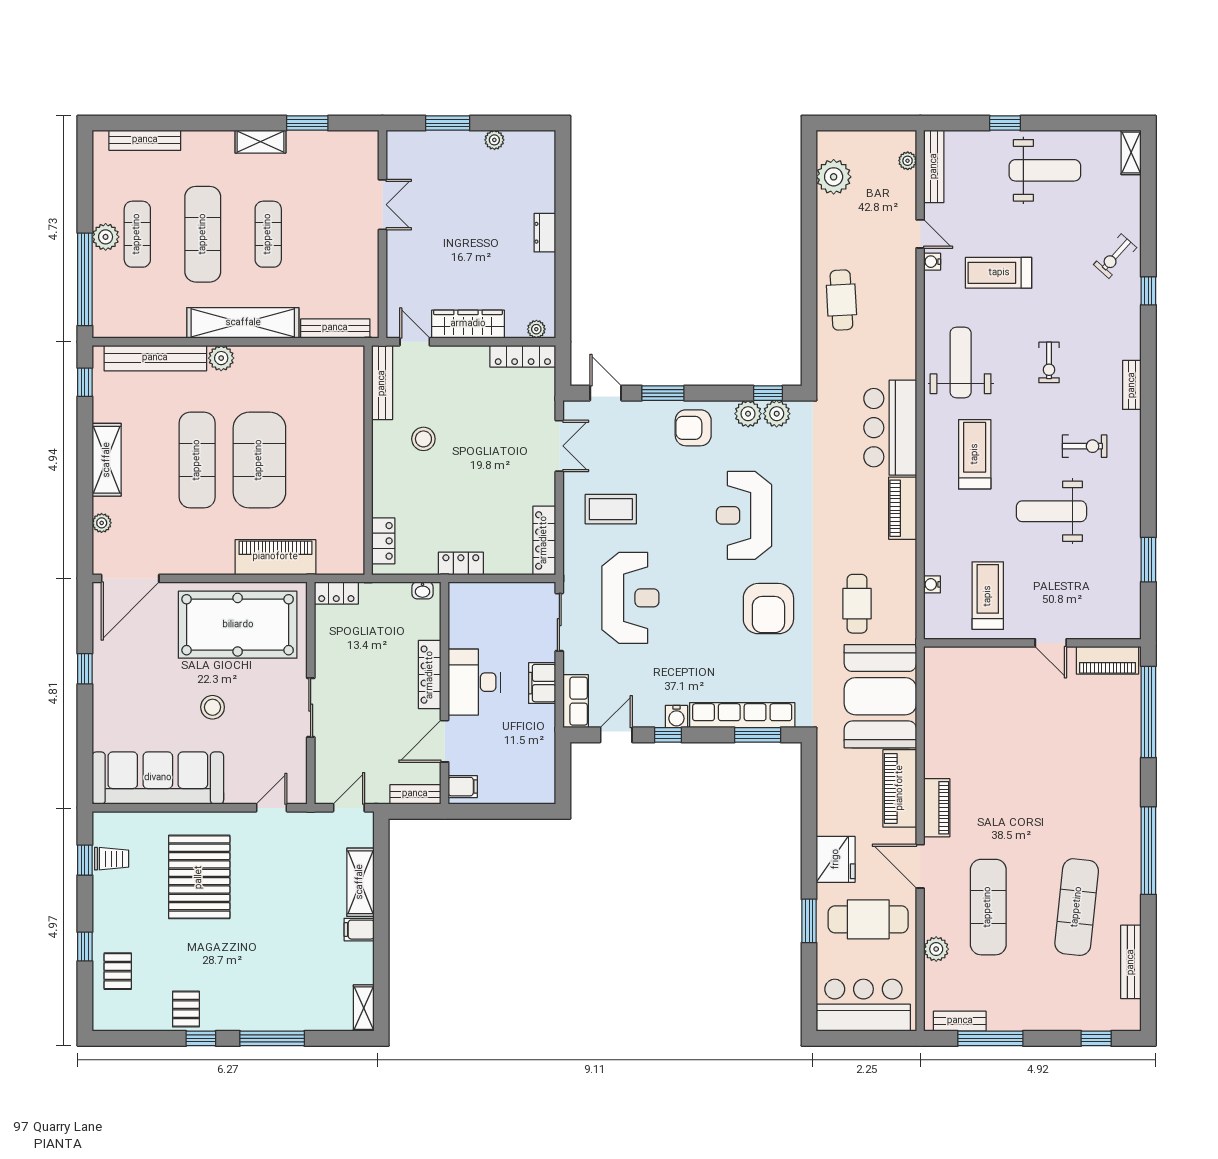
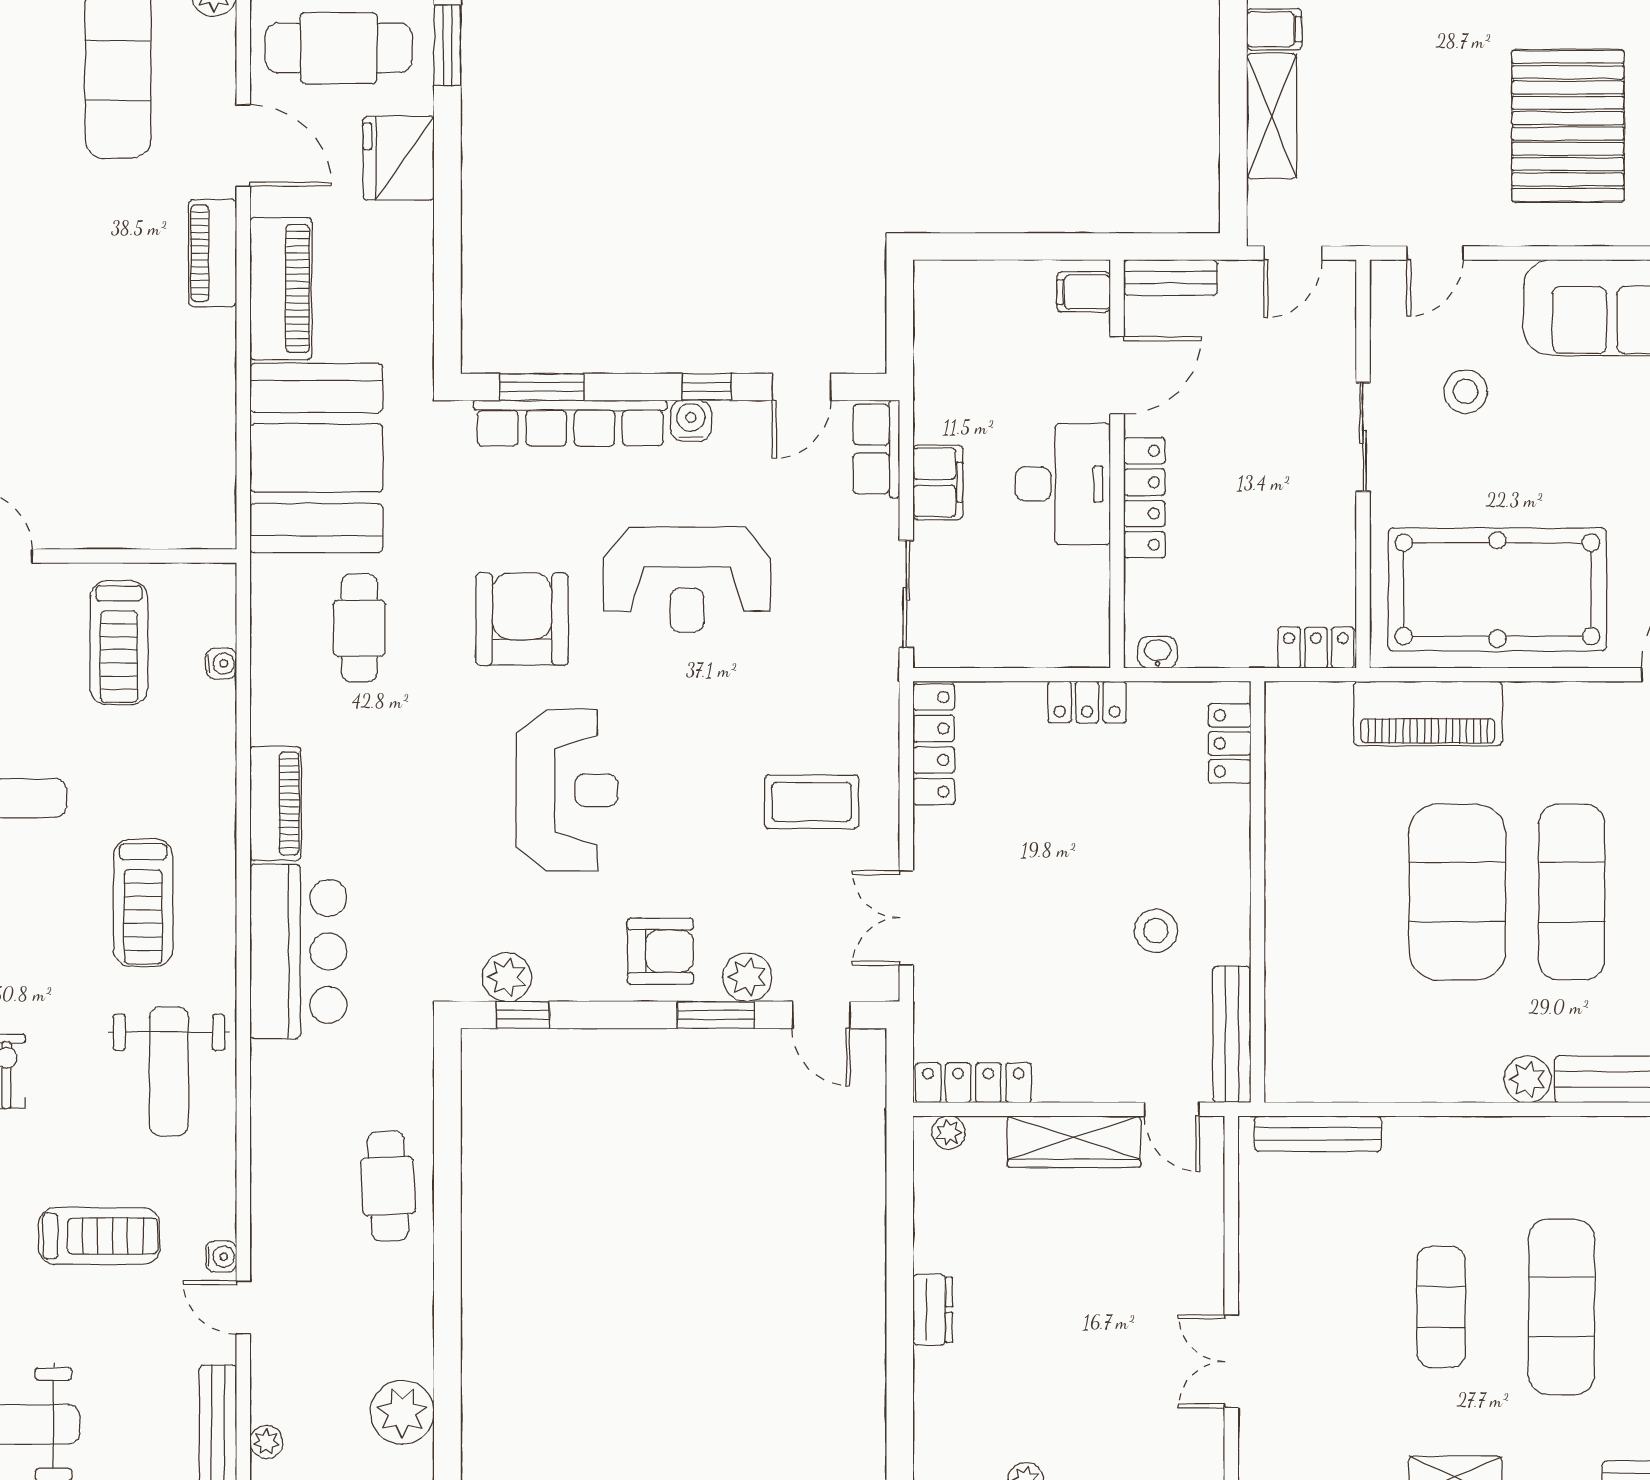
shelving: (243, 323) -> (1488, 1144), removed
plant: (748, 414) -> (747, 977), moved
reception desk: (630, 598) -> (687, 580), moved, turned -90
stool: (213, 707) -> (1466, 391), moved

